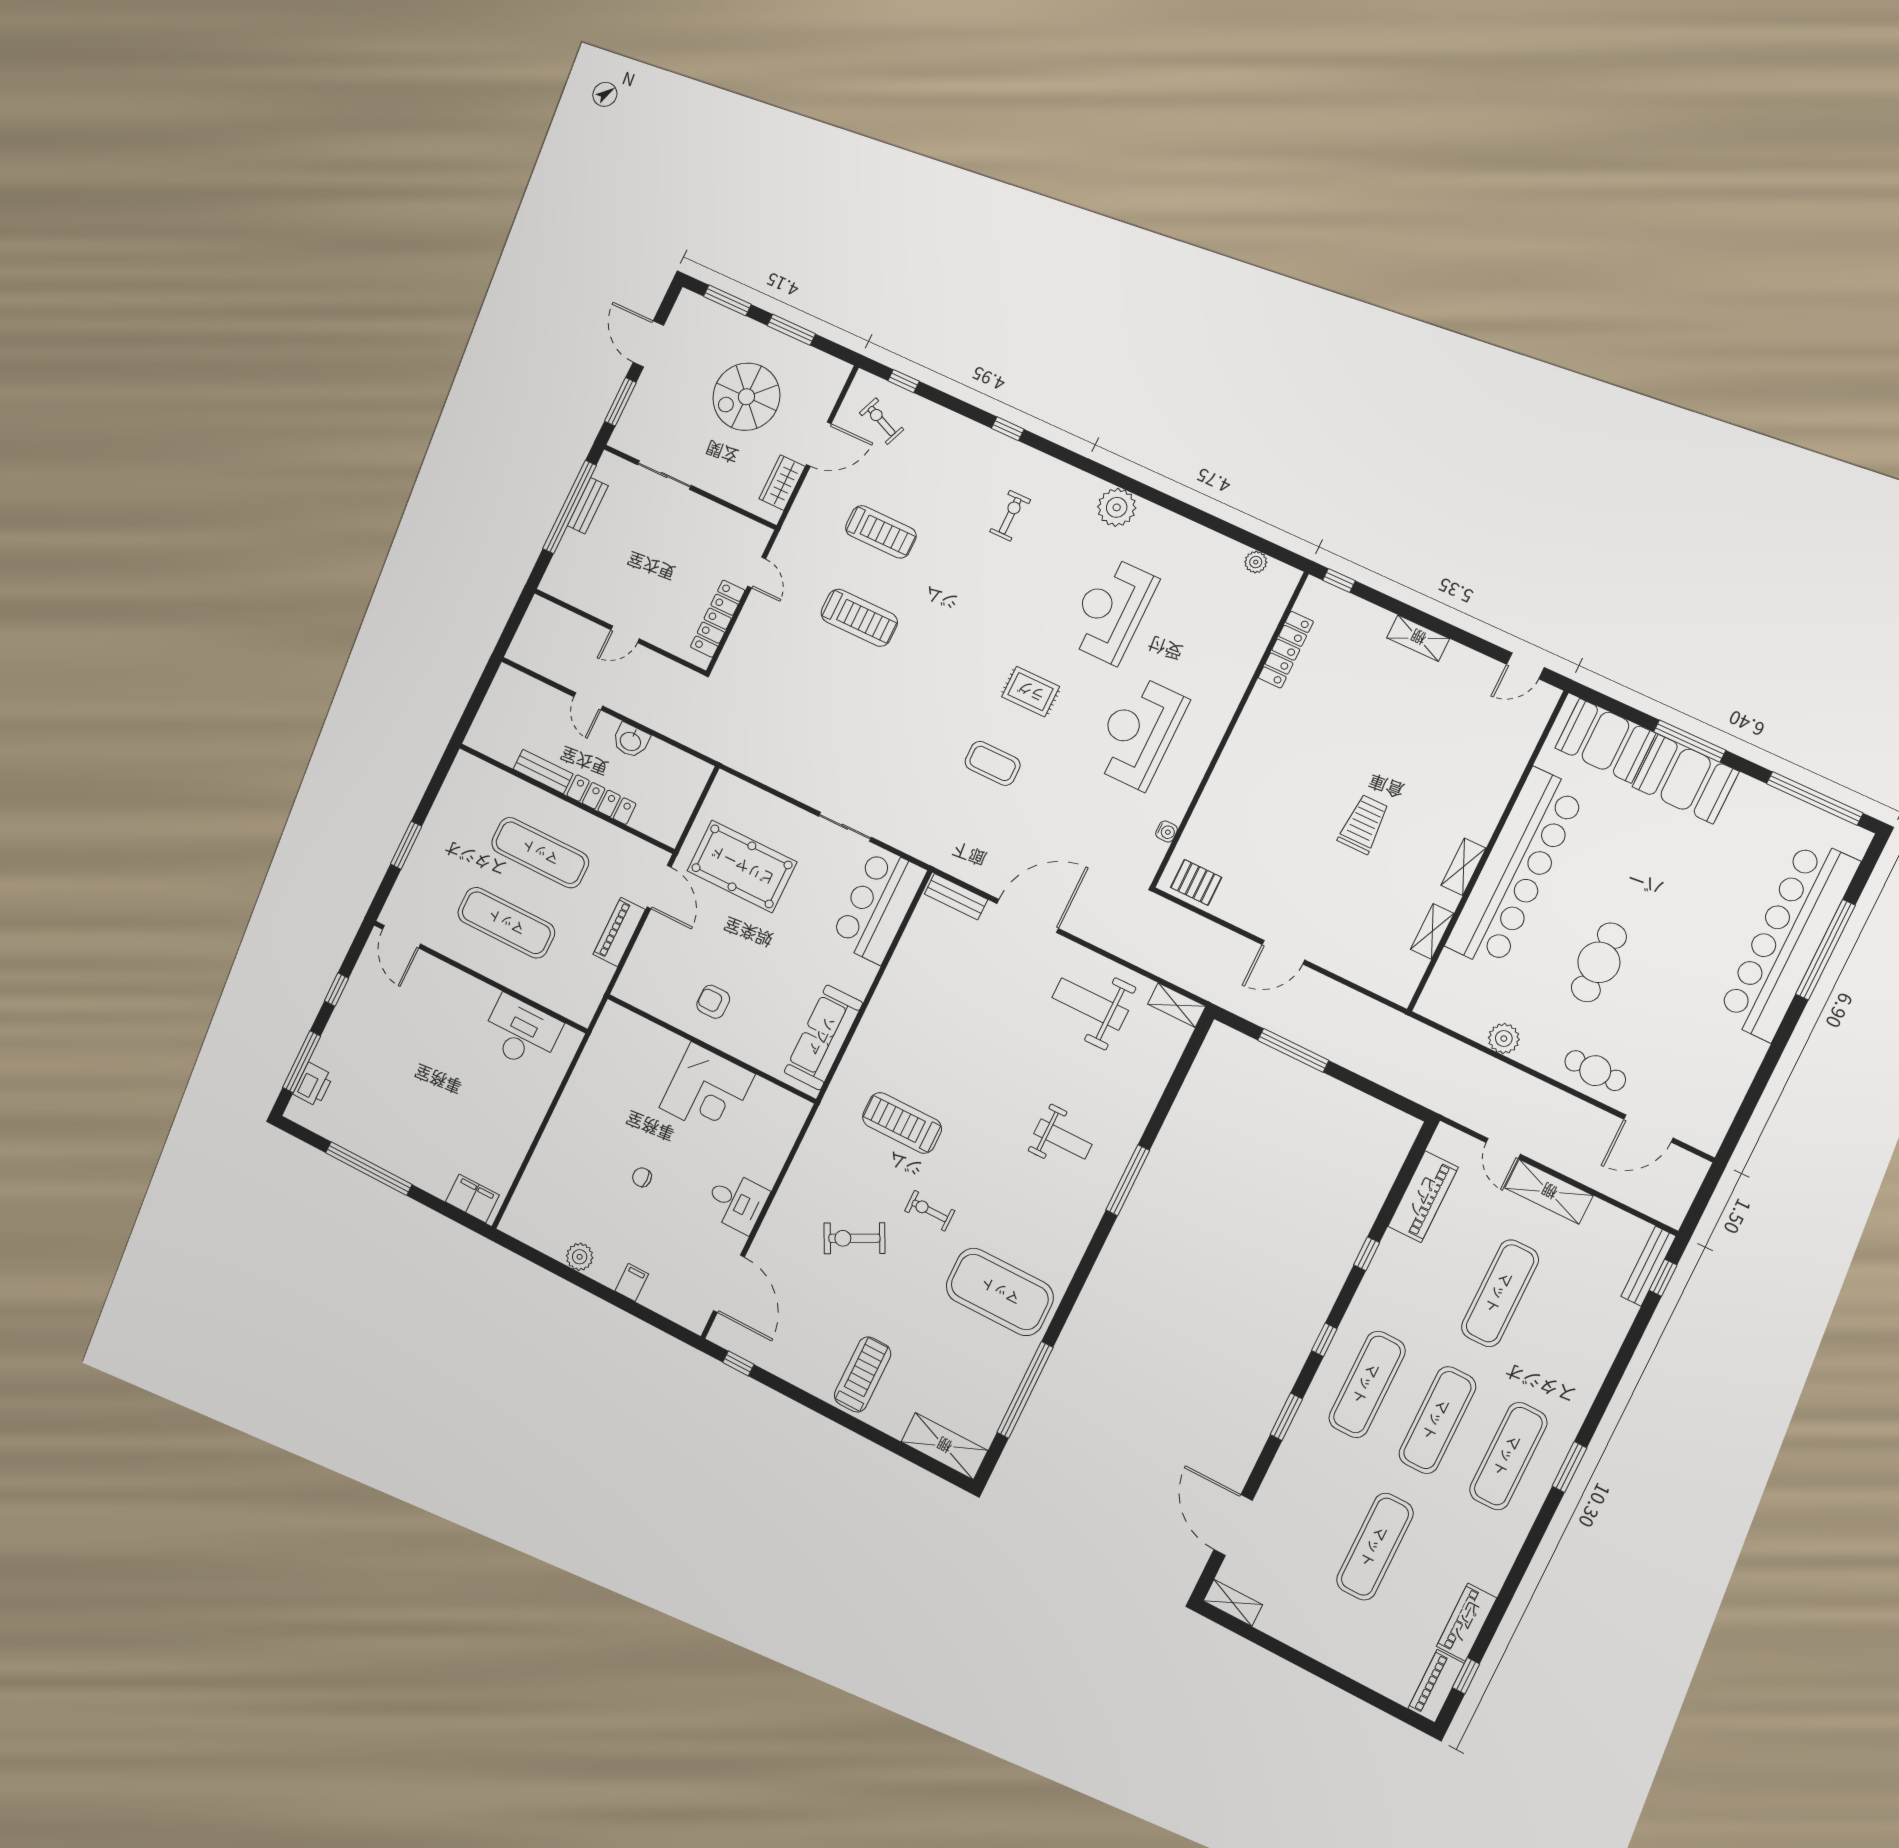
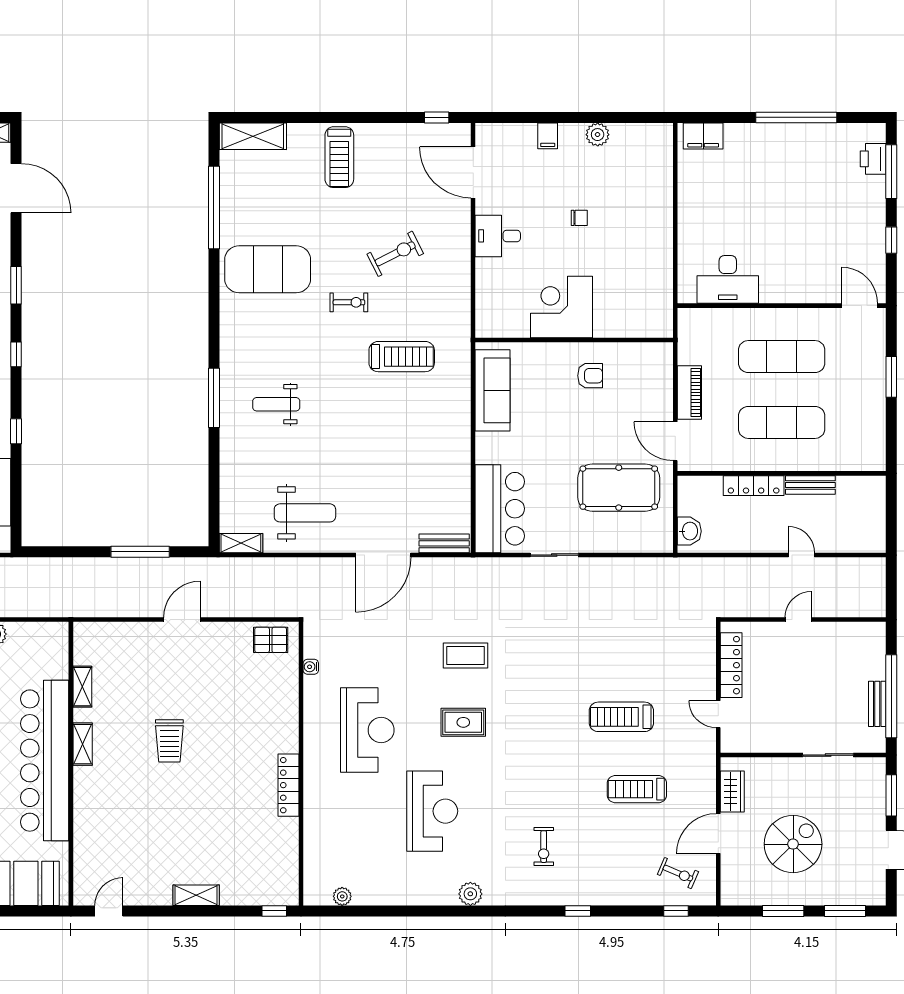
plant: (1117, 507) -> (470, 894), width x0.73, depth x0.73
locker: (1286, 650) -> (288, 785), moved
washbasin: (631, 741) -> (689, 531), moved, turned 90

